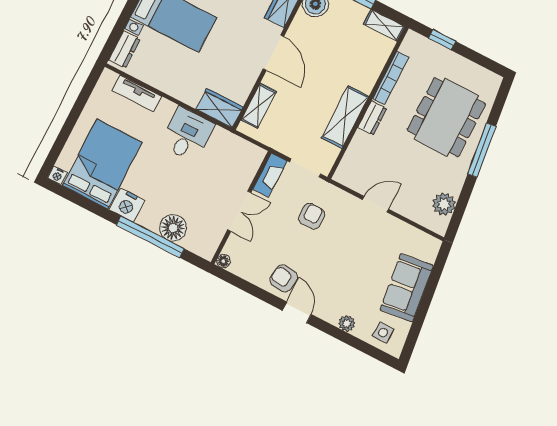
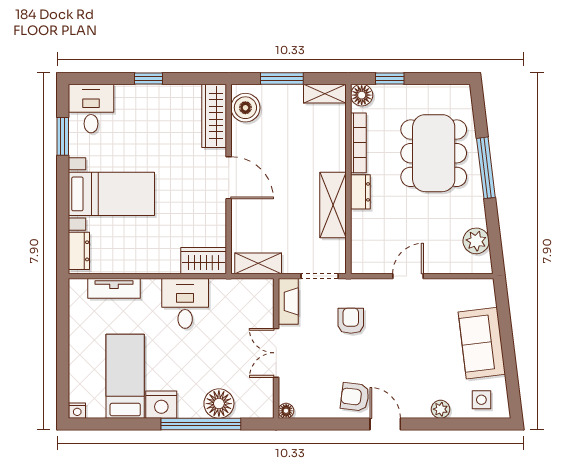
floor lamp: (413, 41) -> (362, 95), added
shelving: (259, 106) -> (258, 263), moved, turned 90
bed: (102, 164) -> (125, 376), width x0.67
double door: (239, 211) -> (276, 353), swing flipped

